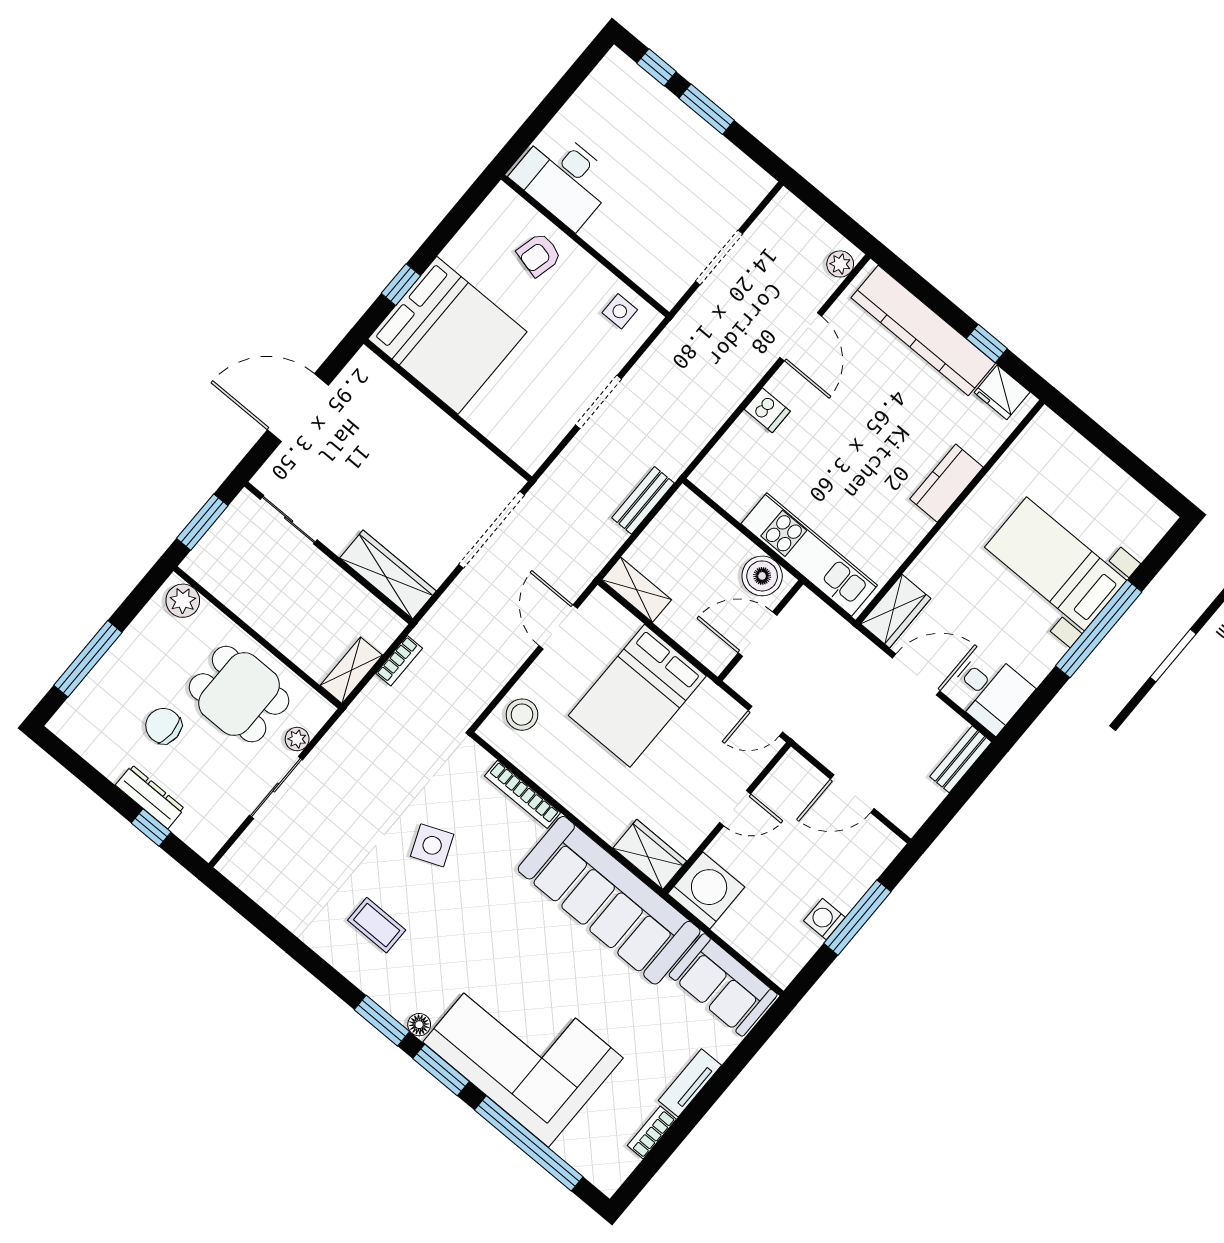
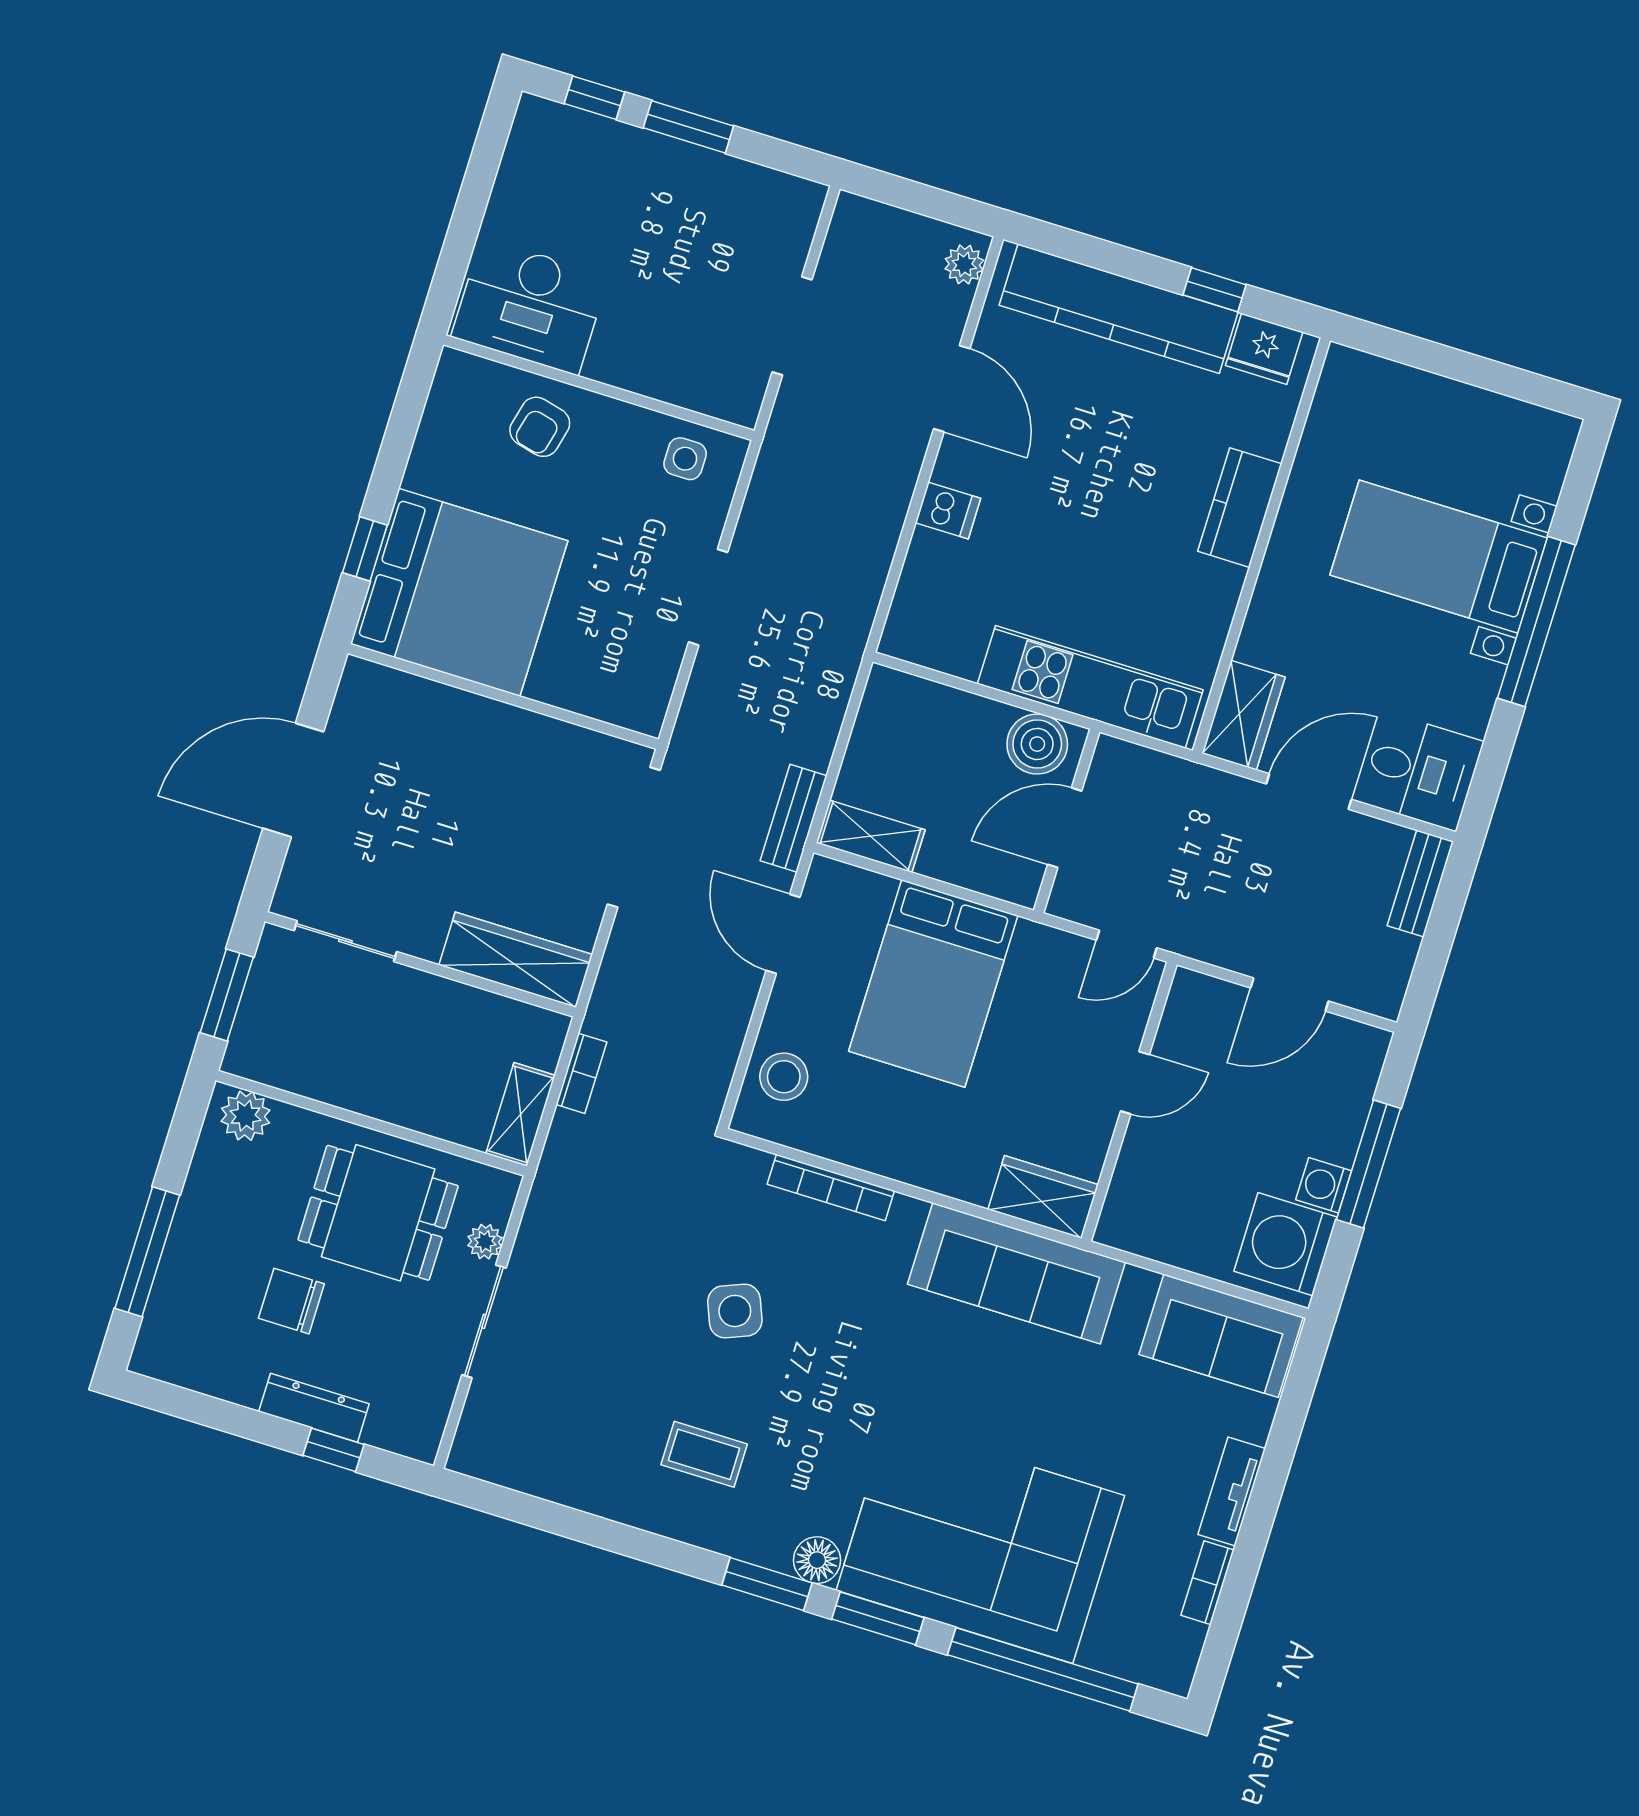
bench: (643, 500) -> (794, 818), moved
washing machine: (706, 890) -> (1285, 1244), moved, turned -90
sofa: (609, 900) -> (1016, 1273), width x0.74, depth x0.79
floor lamp: (419, 1025) -> (817, 1560), width x1.37, depth x1.37

